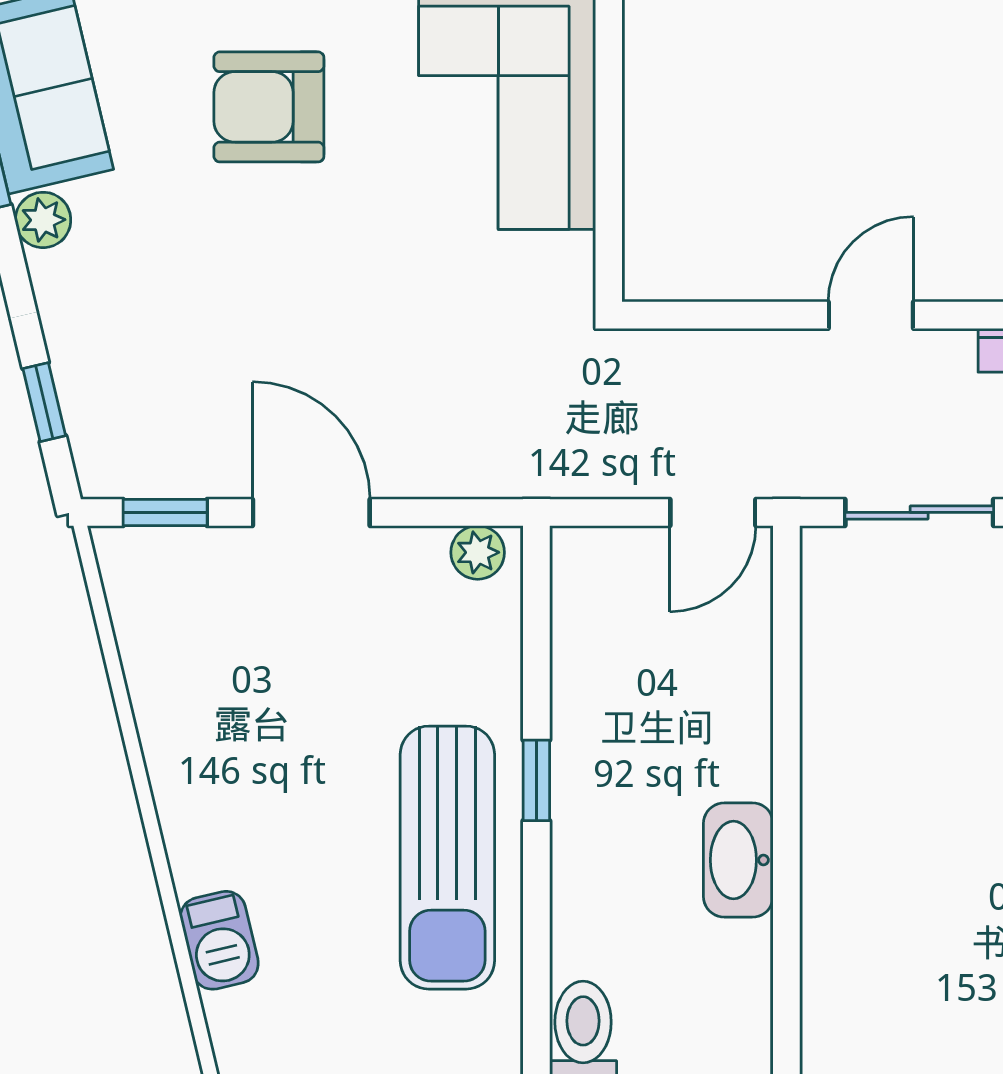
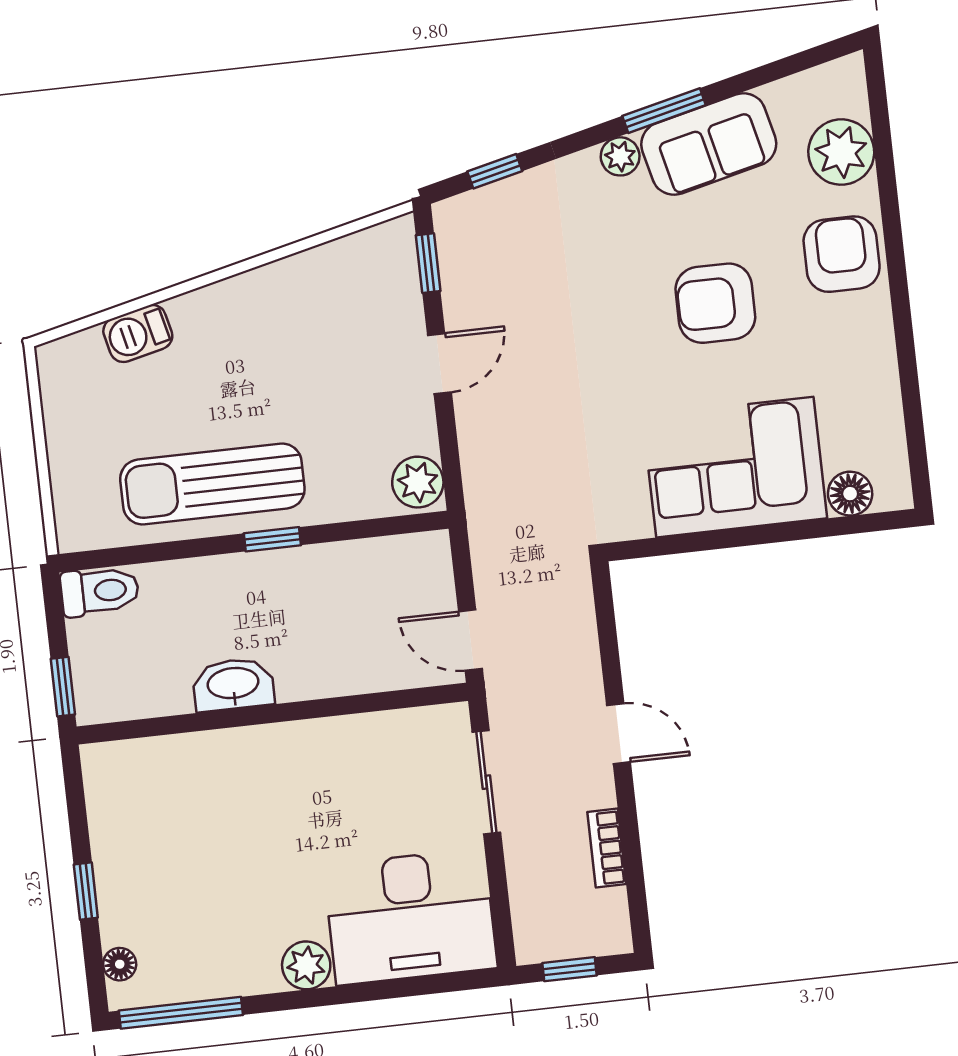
armchair: (269, 107) -> (715, 303), turned -90
door: (311, 512) -> (439, 364), width x0.73
plant: (478, 552) -> (418, 482), width x1.38, depth x1.38

